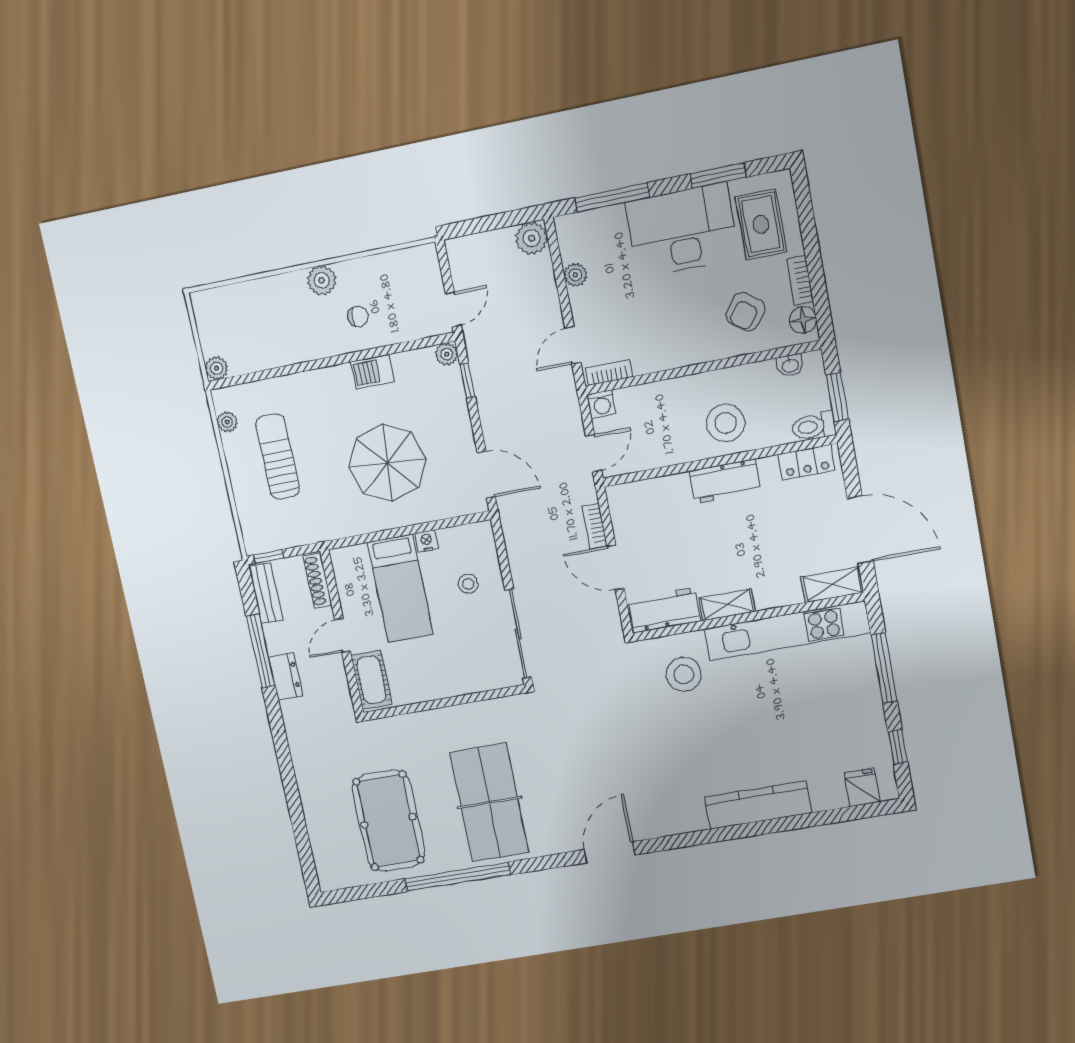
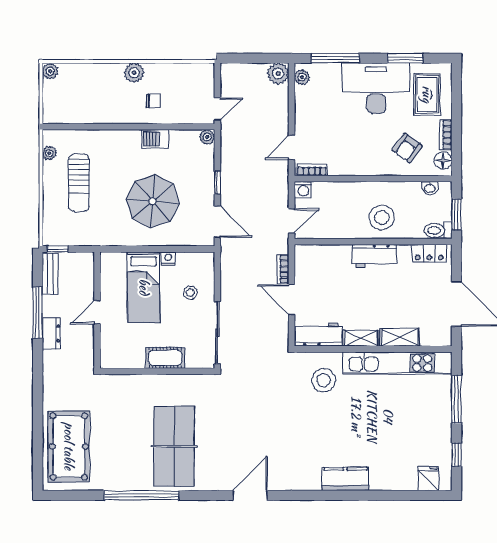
plant: (575, 275) -> (302, 77), moved
plant: (217, 368) -> (50, 71), moved
window: (467, 381) -> (217, 183), moved
sun lounger: (278, 457) -> (79, 183), turned 180
shoe rack: (318, 581) -> (88, 272), removed
shelving: (832, 585) -> (400, 337), moved
cot: (371, 680) -> (165, 358), moved, turned 90
kitchen counter: (758, 805) -> (345, 479), width x0.67
pool table: (388, 821) -> (69, 446), moved

